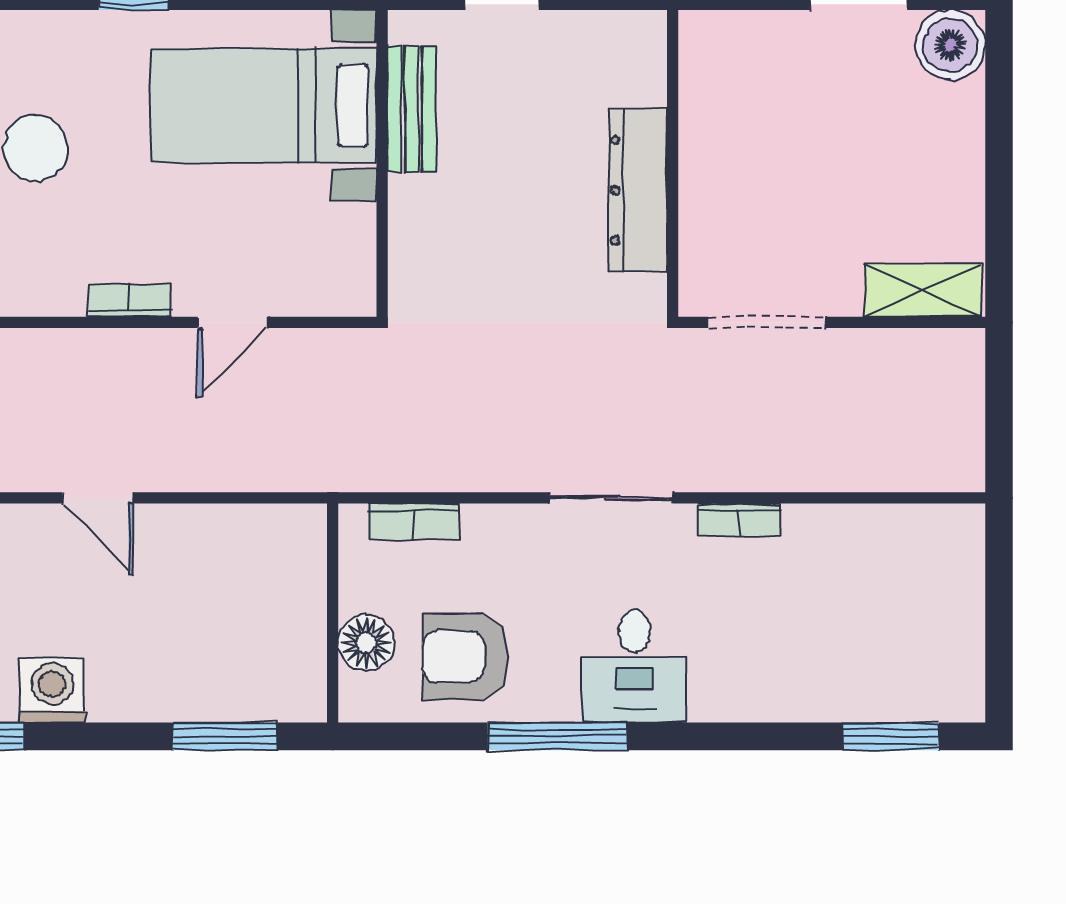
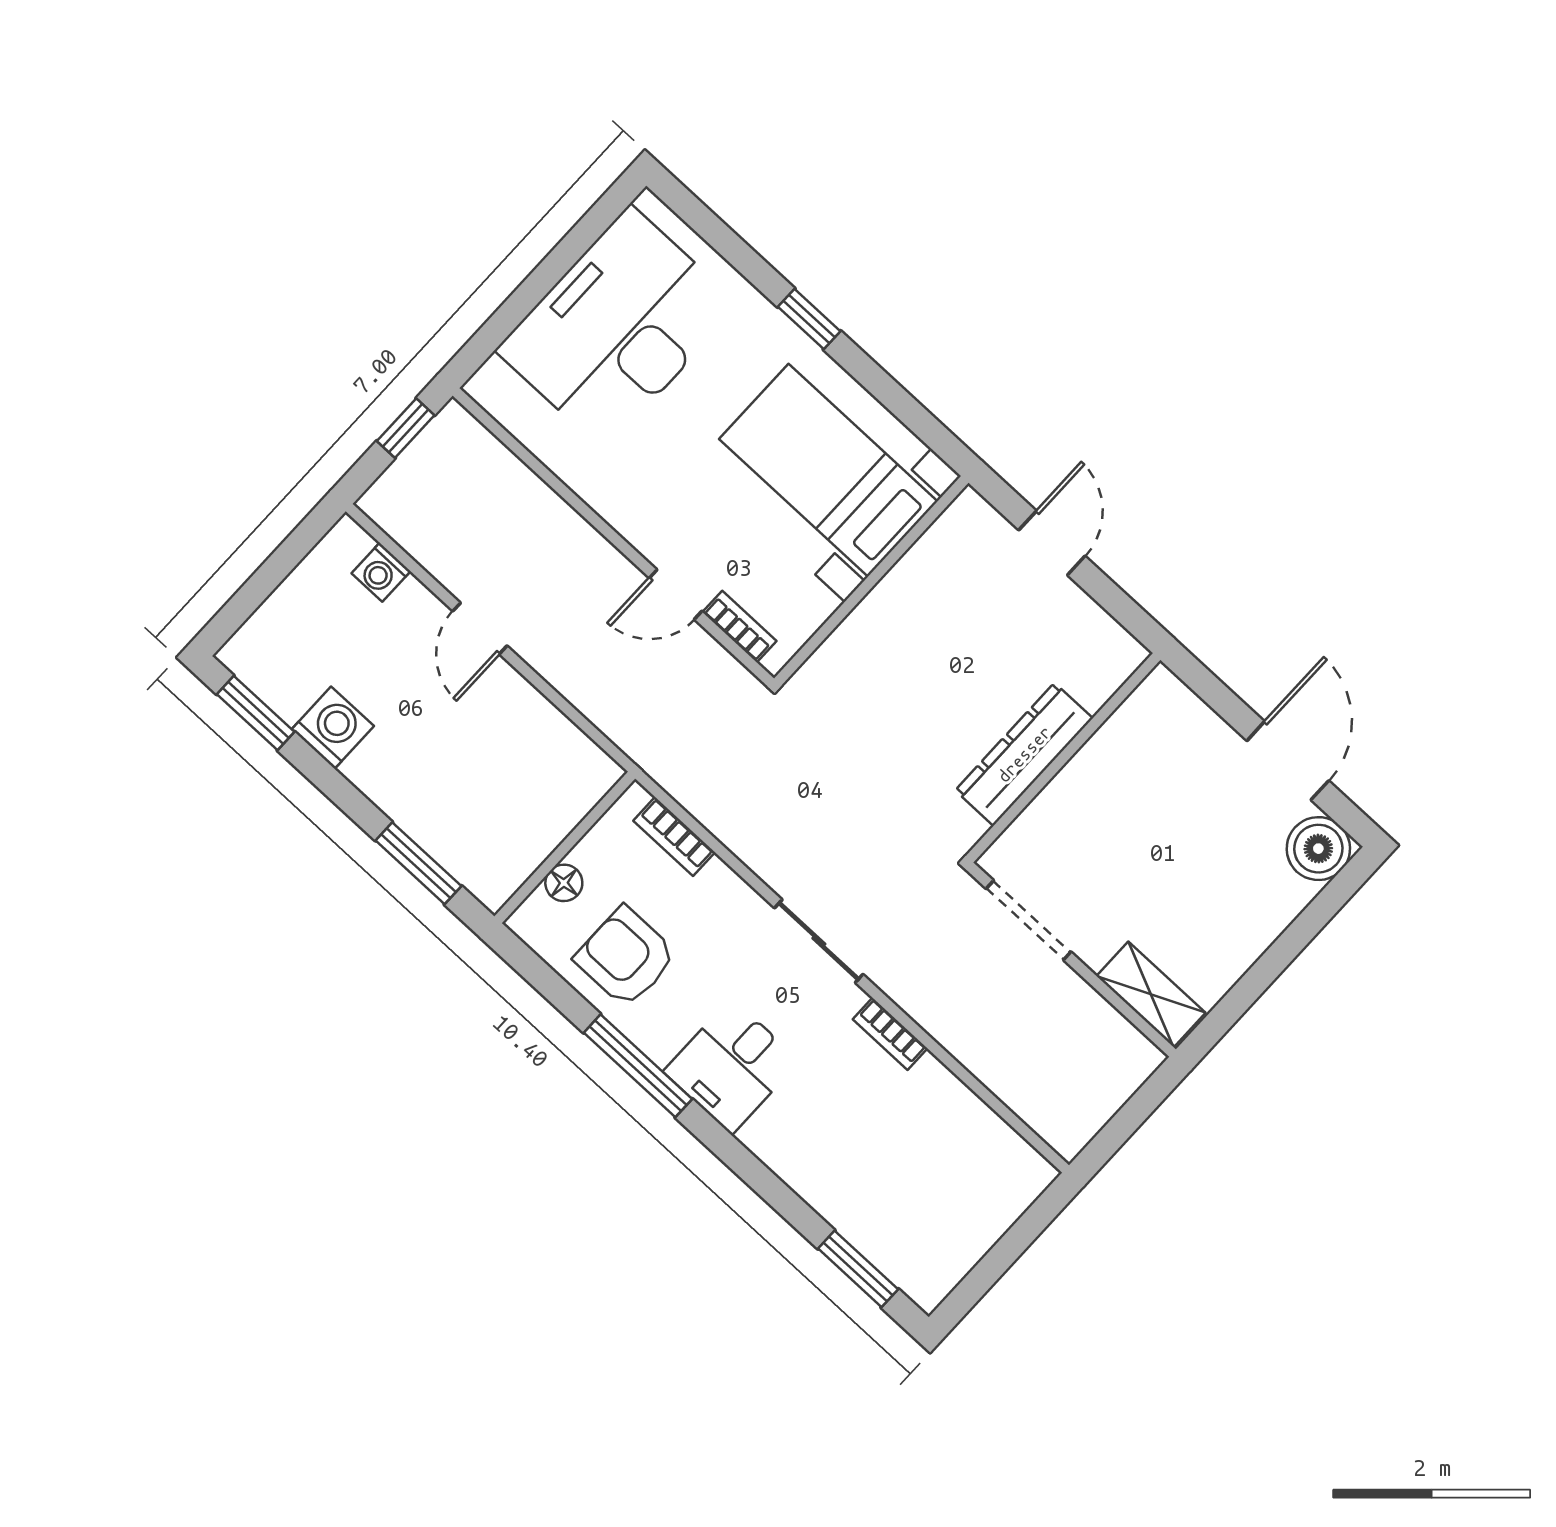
bench: (412, 109) -> (924, 563), removed
bookcase: (130, 300) -> (739, 627), moved
floor lamp: (366, 643) -> (564, 883), width x0.73, depth x0.73

